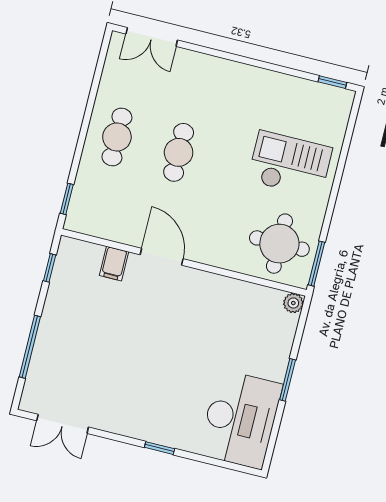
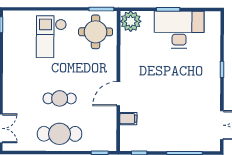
cafe table: (117, 137) -> (60, 134), width x1.37, depth x1.35
plant: (293, 303) -> (131, 21), width x1.87, depth x1.87
desk: (240, 419) -> (179, 30), moved

